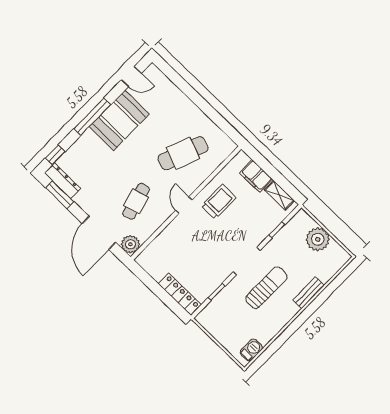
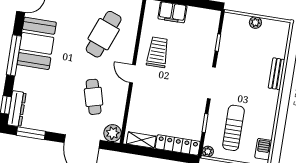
dresser: (62, 181) -> (17, 109), moved, turned 90
shelving: (279, 195) -> (141, 140), moved
plant: (318, 239) -> (255, 23), width x0.53, depth x0.53
sun lounger: (266, 288) -> (233, 128), moved
plant: (202, 318) -> (208, 152), added

